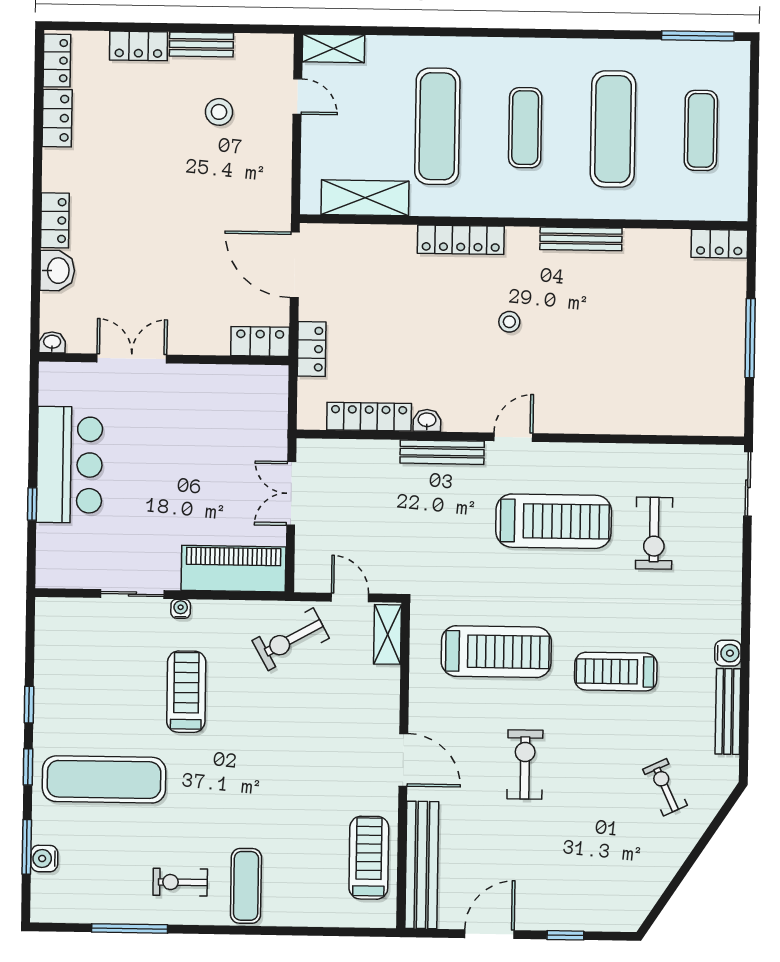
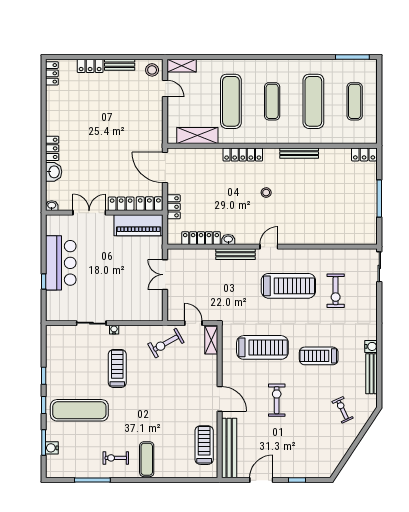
stool: (219, 112) -> (152, 70), moved
locker: (57, 118) -> (121, 204), moved, turned -90
piano: (234, 569) -> (139, 225), moved, turned 180

